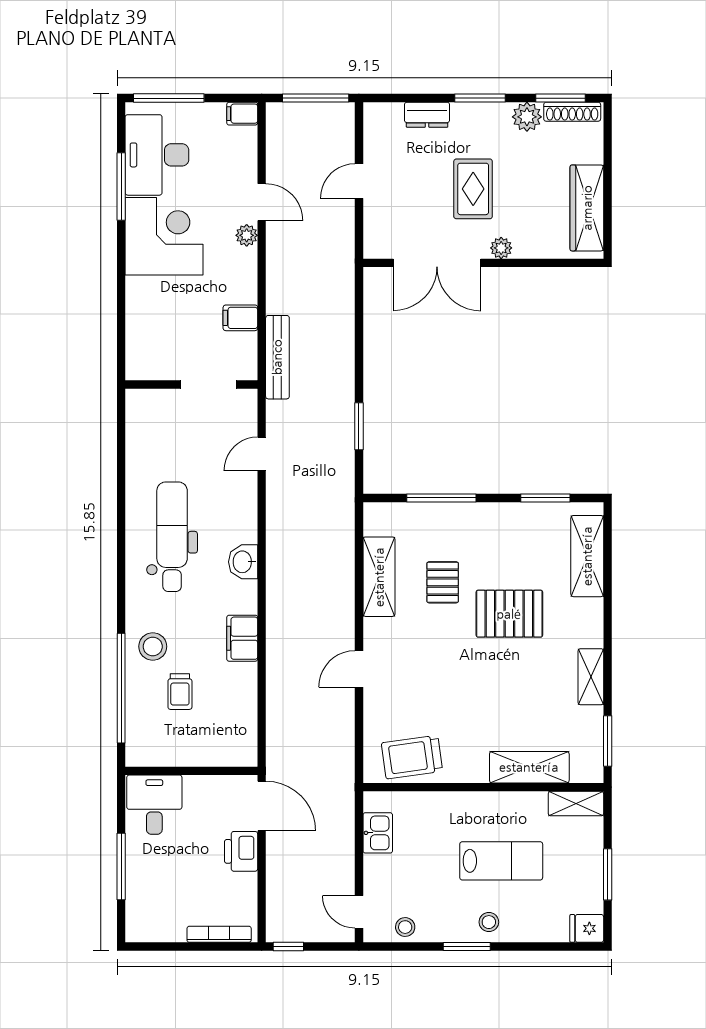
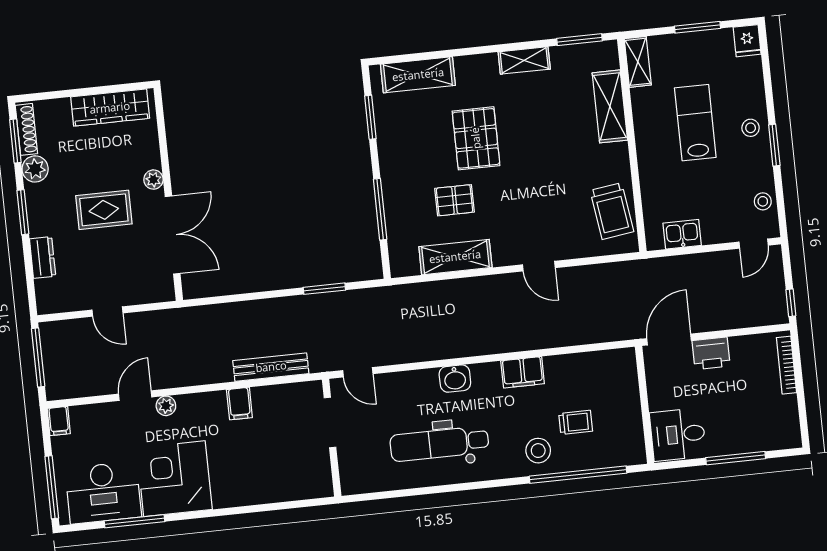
wall: (191, 384) -> (332, 438), moved
doorway: (209, 384) -> (330, 422), moved

